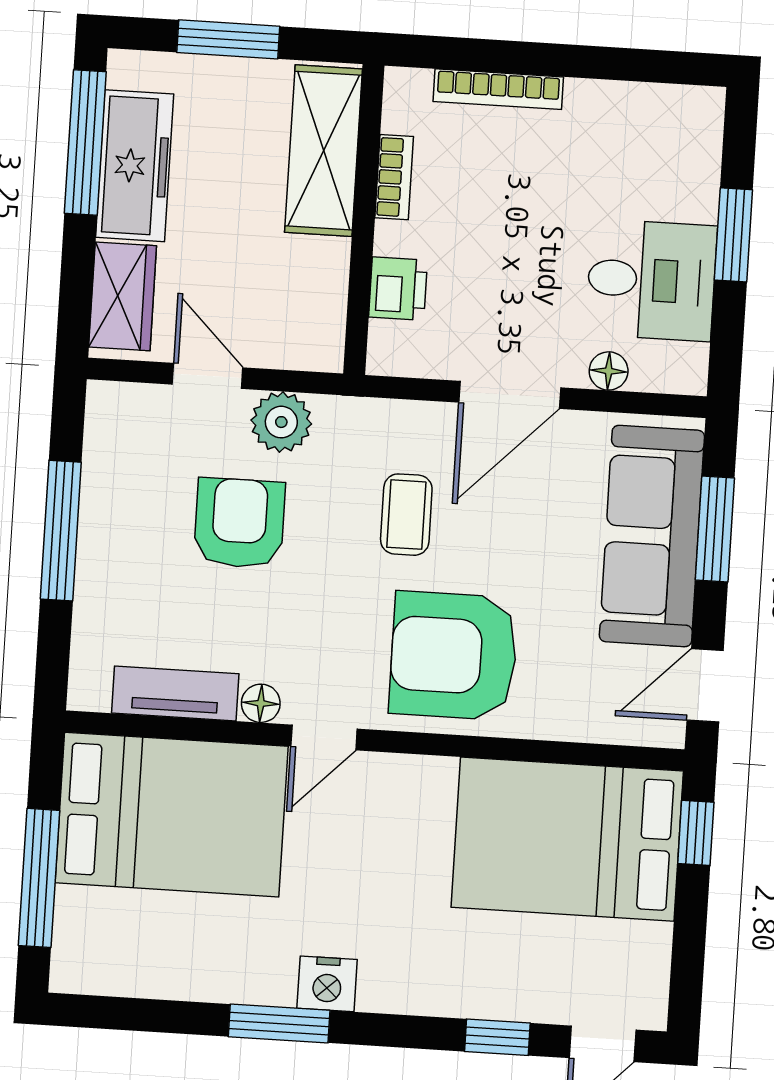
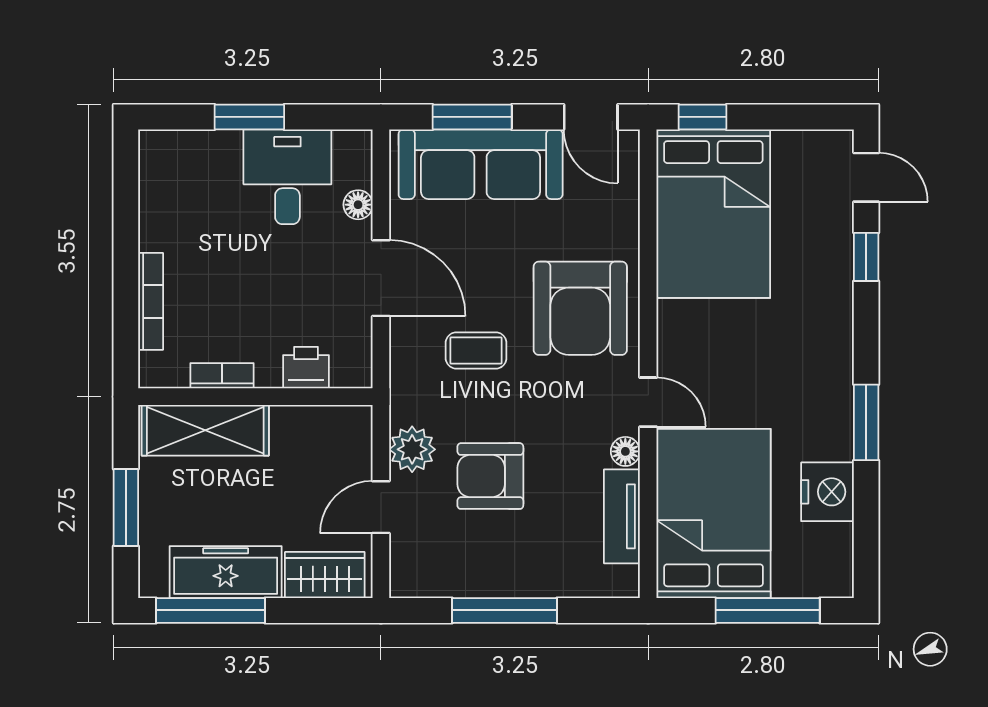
nightstand: (327, 984) -> (827, 492), moved, width x1.36, depth x1.33

